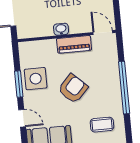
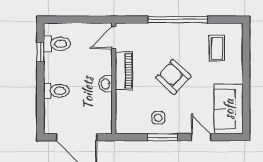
side table: (36, 79) -> (158, 118), width x0.54, depth x0.54
door: (22, 118) -> (201, 137), hinge flipped

